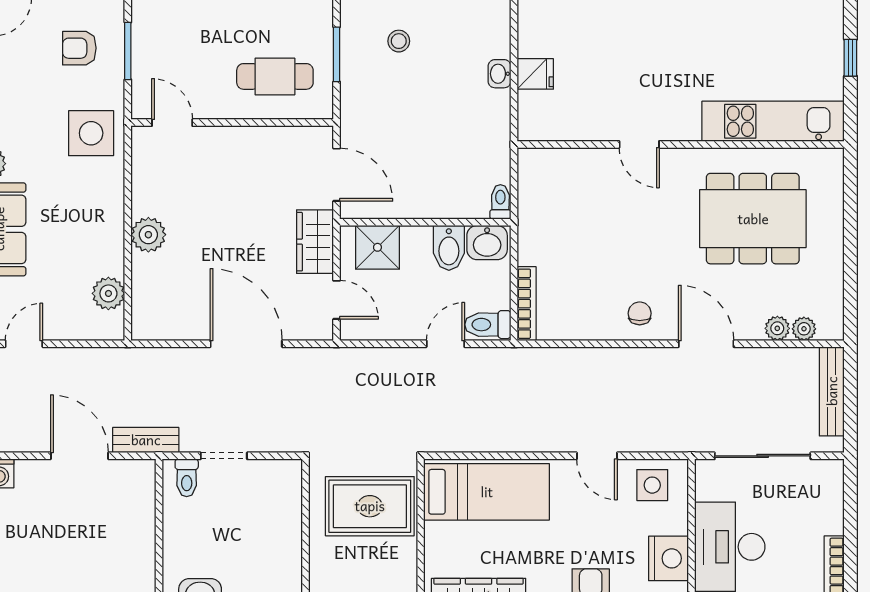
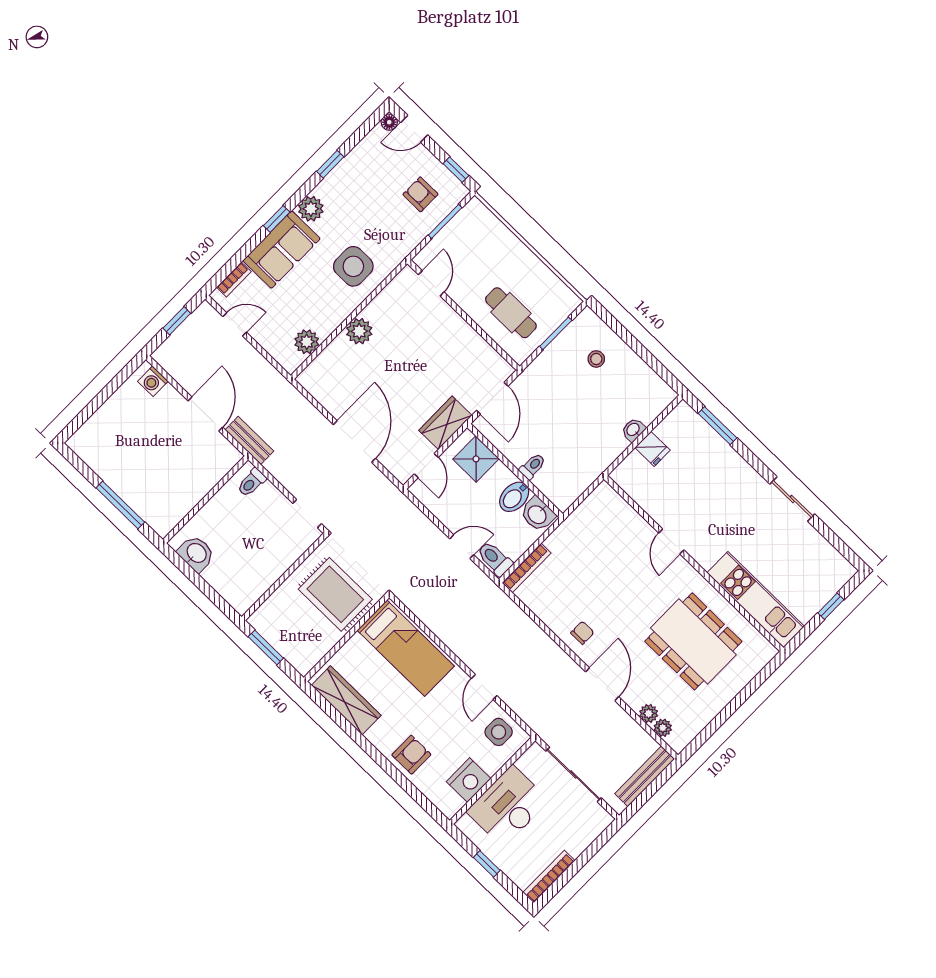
side table: (91, 133) -> (353, 266), moved
toilet: (500, 202) -> (532, 466), moved
doorway: (224, 456) -> (307, 514), moved

